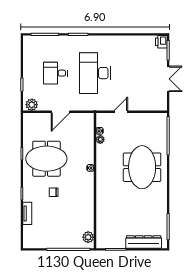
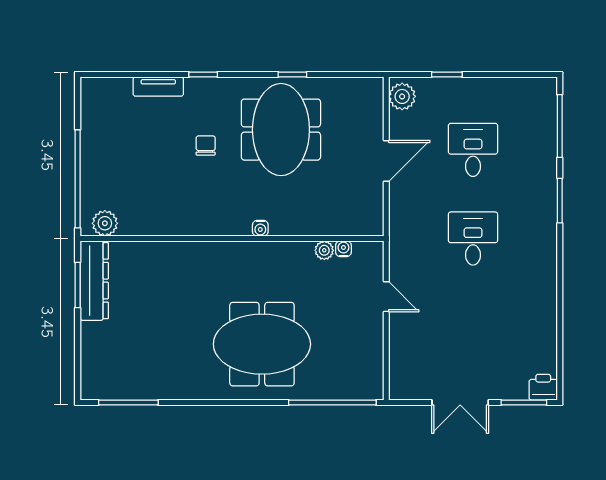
desk: (95, 73) -> (473, 239), width x0.53, depth x0.77
door: (60, 112) -> (386, 161), swing flipped
dresser: (144, 242) -> (94, 281), moved

